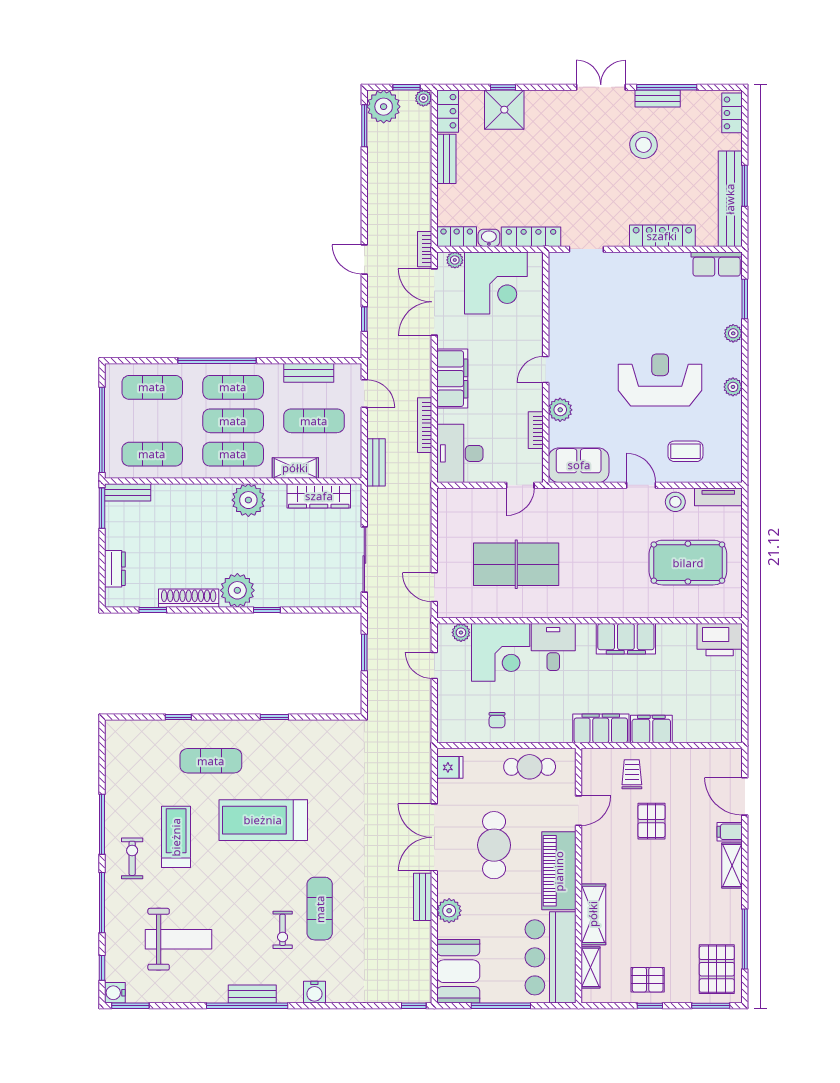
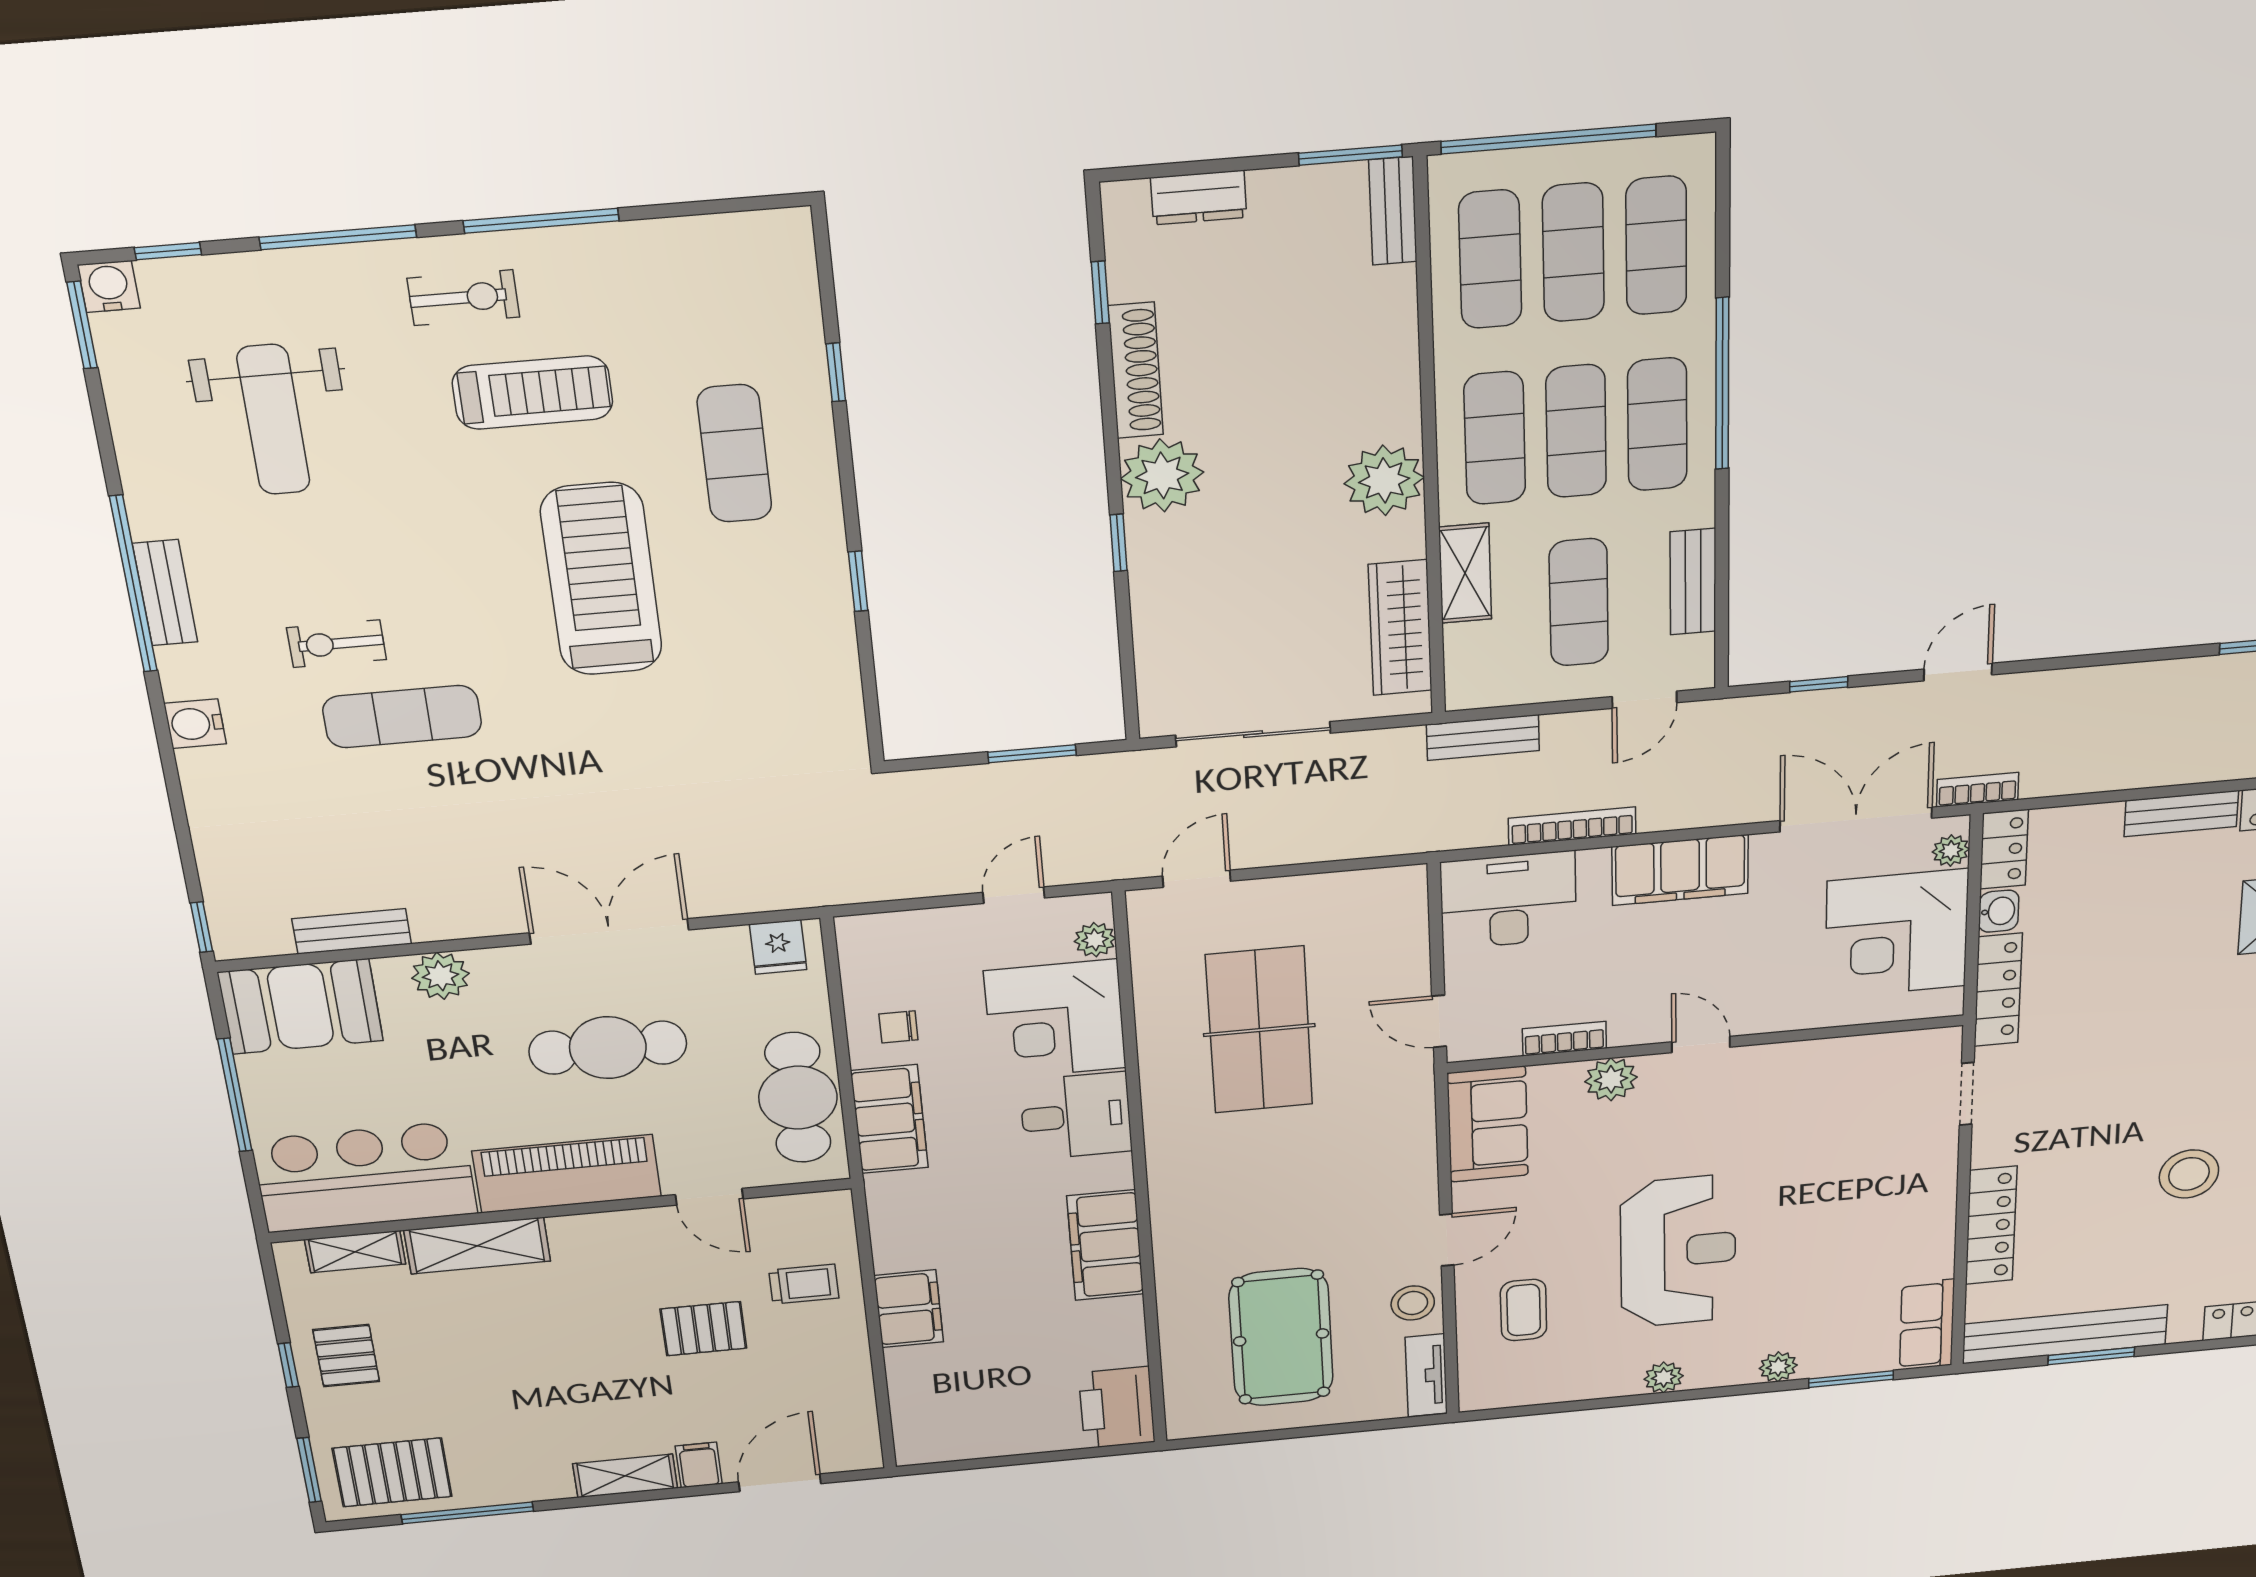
exercise mat: (152, 421) -> (1573, 252), added
filing cabinet: (601, 728) -> (889, 1119), moved
cafe table: (530, 767) -> (798, 1098), width x1.37, depth x1.35
bench: (423, 897) -> (352, 931), moved

